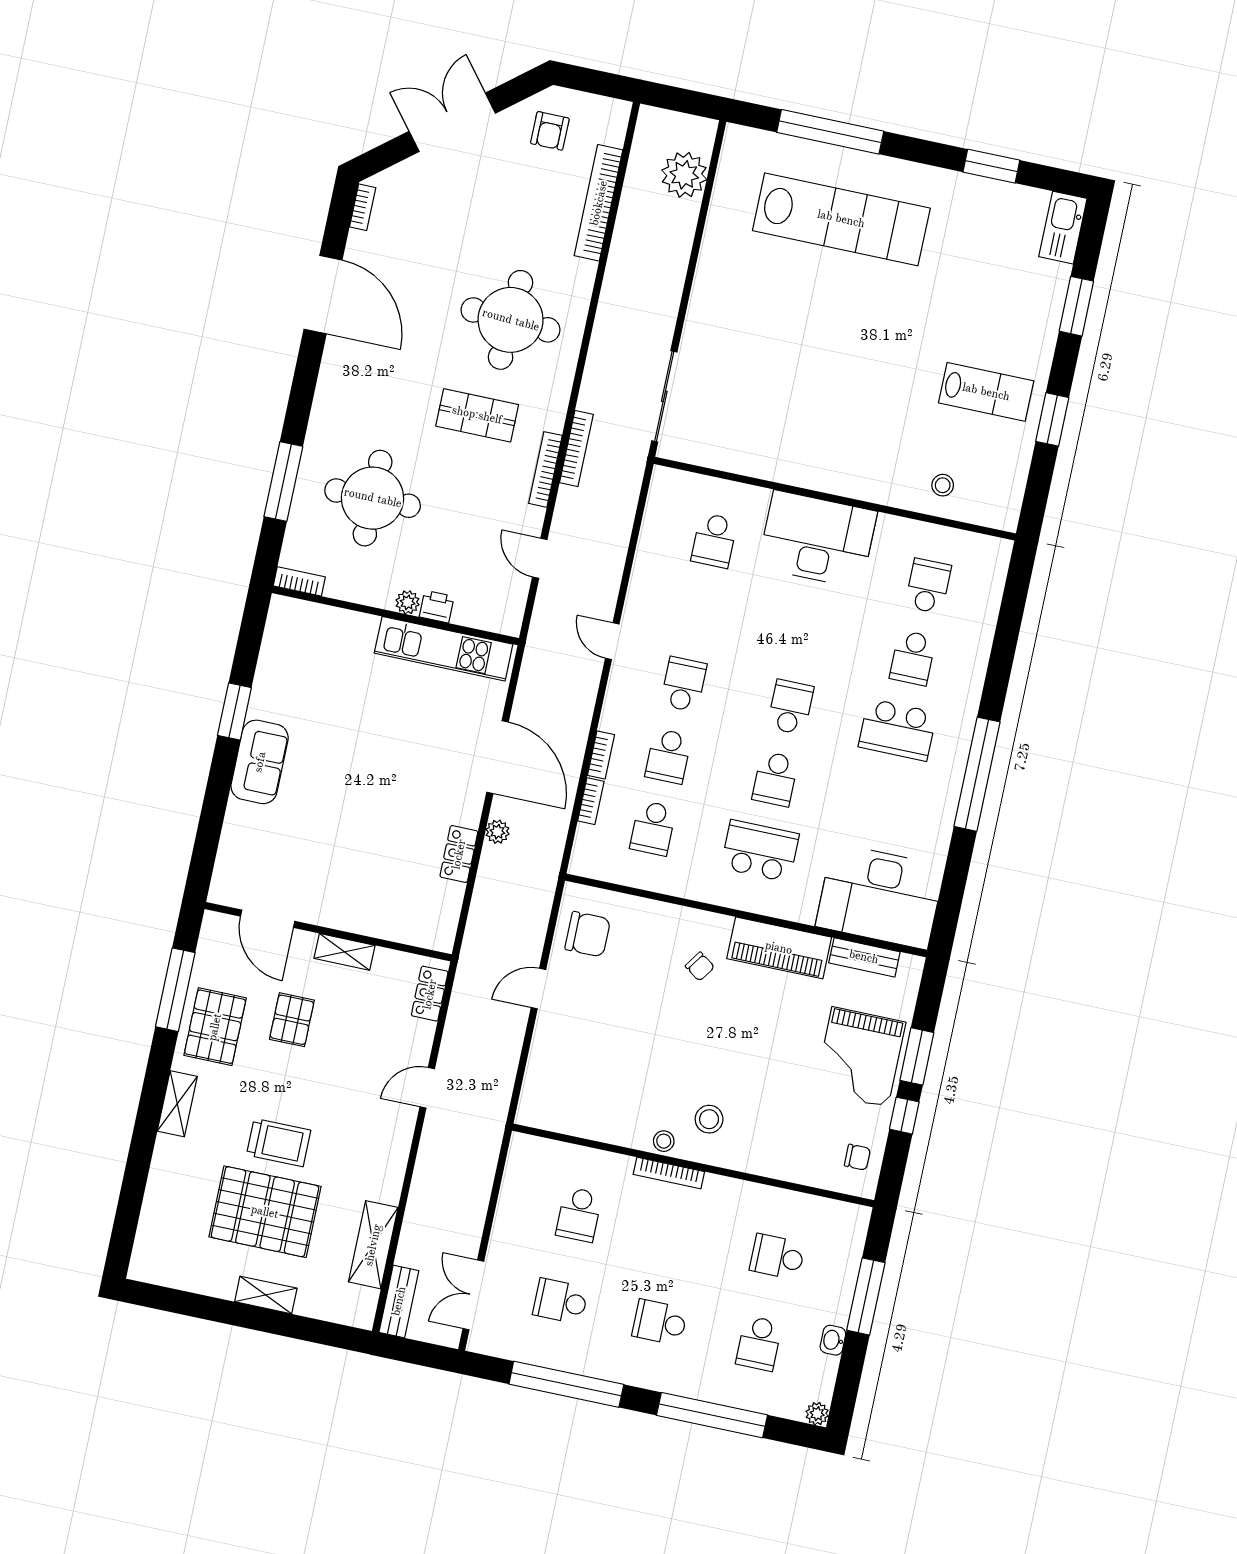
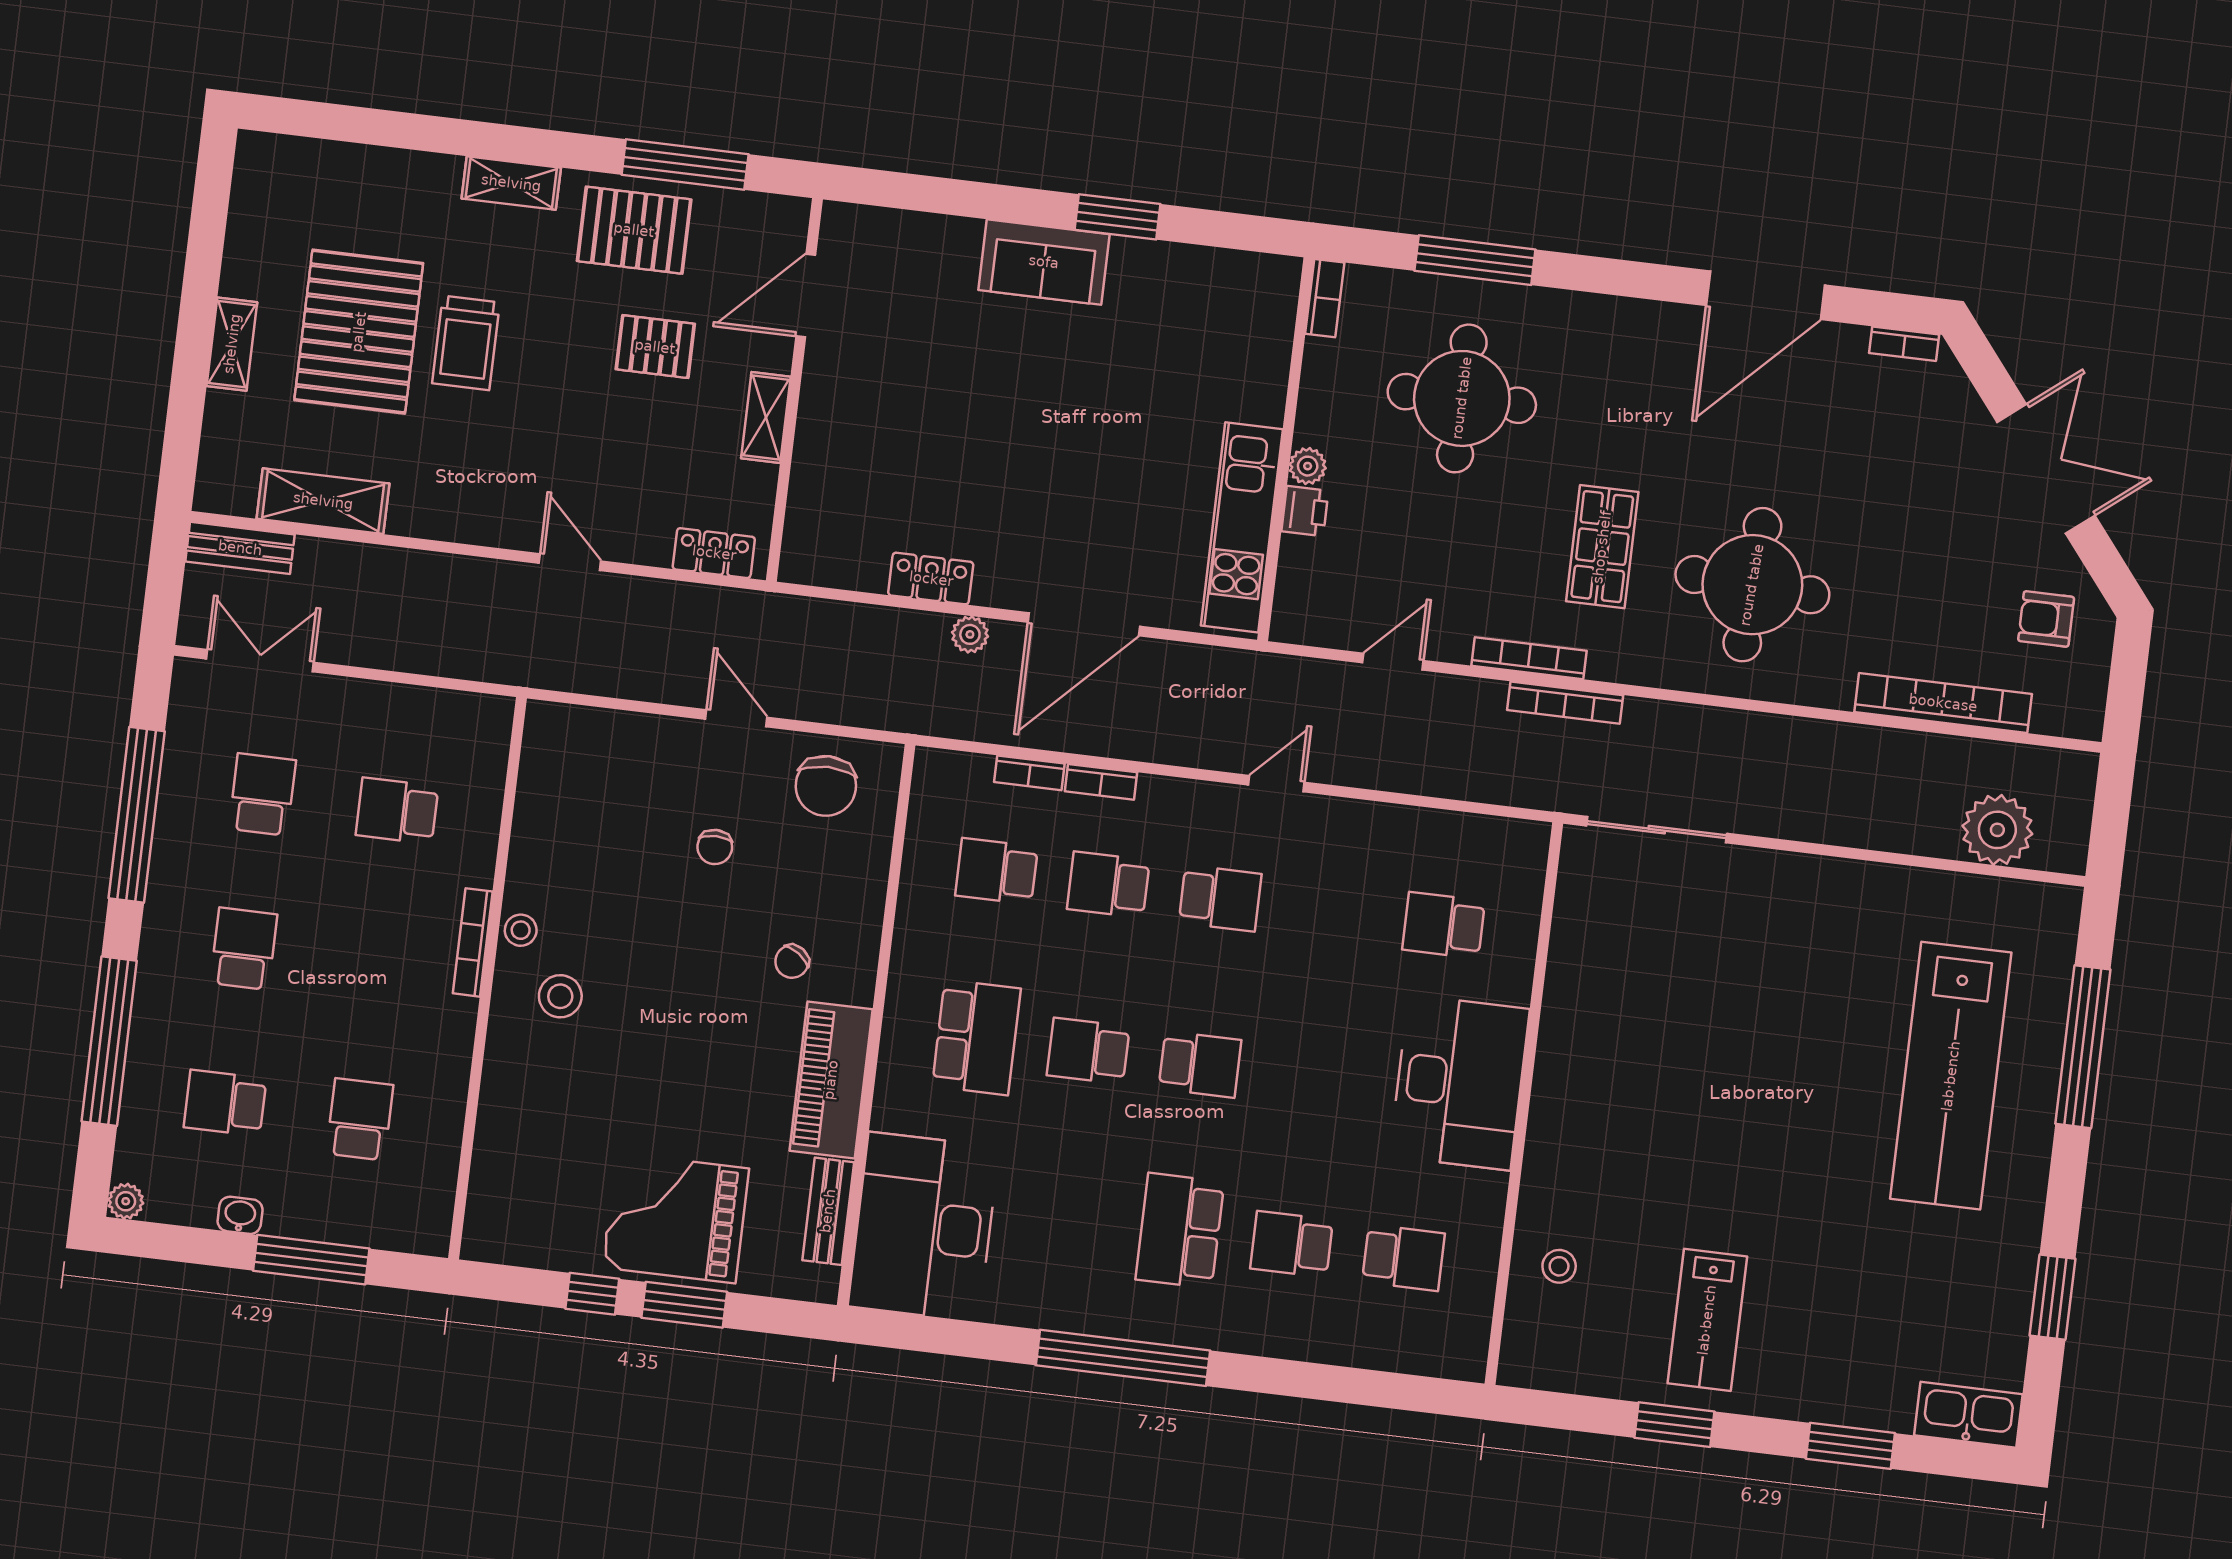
chair: (857, 1157) -> (715, 847), moved

